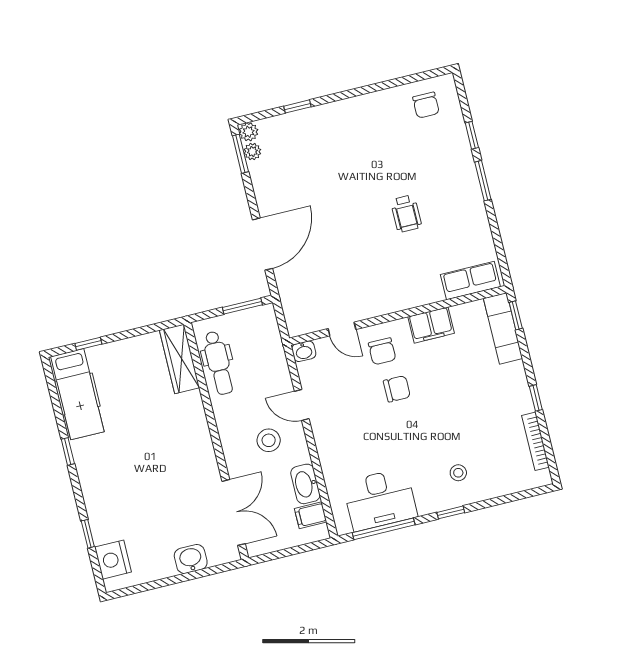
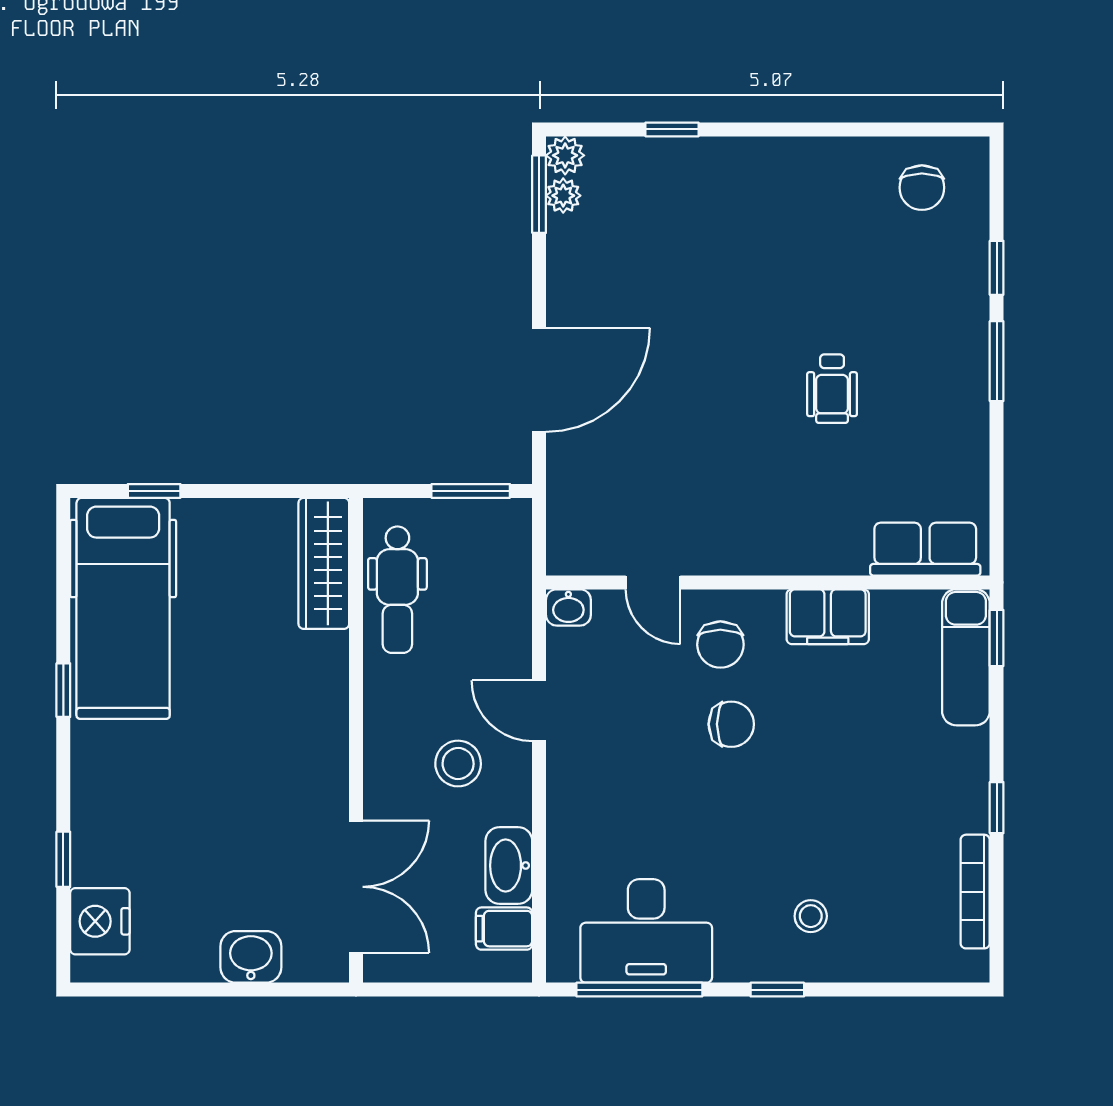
hospital bed: (77, 394) -> (123, 608), width x1.37, depth x1.29

